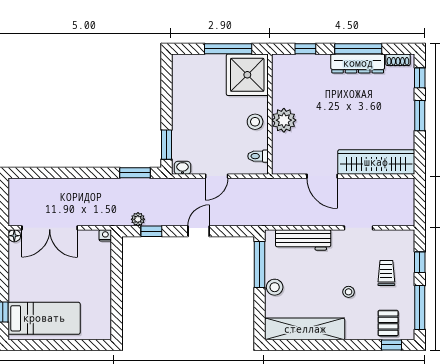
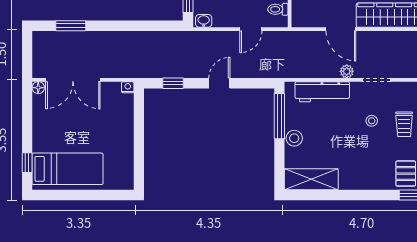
window: (135, 173) -> (71, 26), moved
door: (217, 176) -> (251, 29), moved
plant: (138, 219) -> (347, 71), moved
trolley: (386, 273) -> (404, 124), turned 180
stool: (349, 292) -> (372, 121), moved
shelving: (305, 329) -> (311, 179), width x0.68

